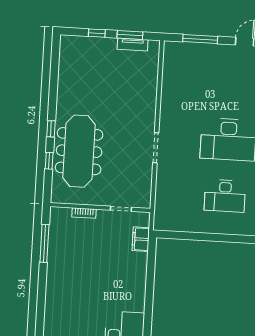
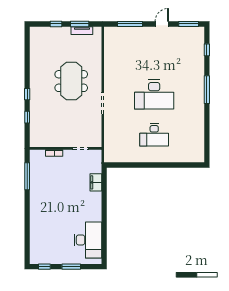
meeting table: (79, 151) -> (71, 81), moved, width x0.73
filing cabinet: (141, 239) -> (96, 182), moved

